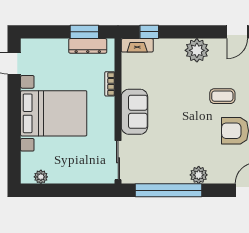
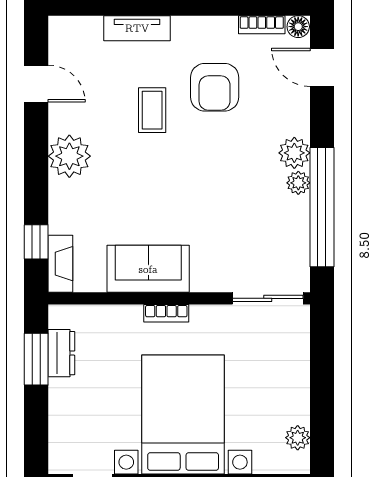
dresser: (88, 46) -> (61, 353), width x0.70
bookcase: (110, 84) -> (166, 313), moved
sofa: (134, 112) -> (148, 269), moved
plant: (182, 177) -> (298, 183), added

